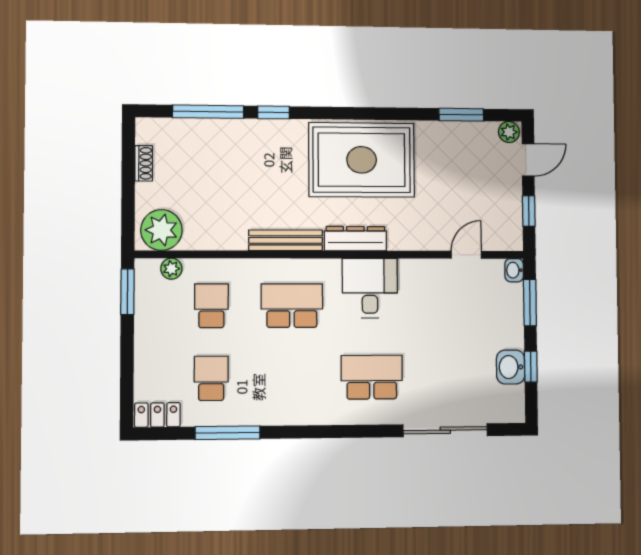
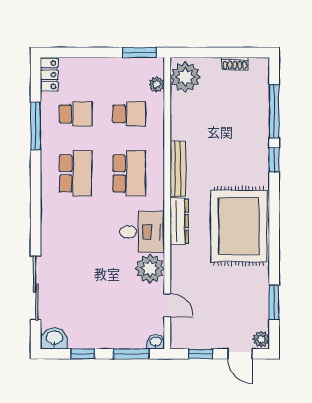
plant: (418, 278) -> (150, 269), added
washbasin: (511, 367) -> (54, 338), moved
school desk: (372, 377) -> (76, 173), moved

